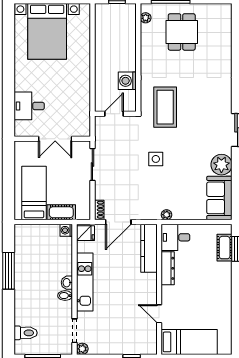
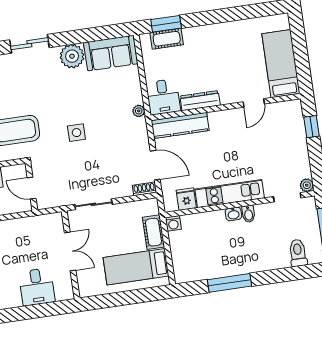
fridge: (85, 233) -> (186, 199), moved

